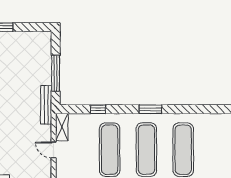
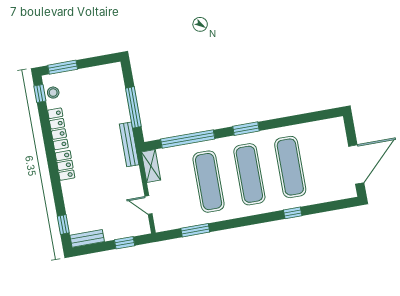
window: (98, 109) -> (188, 139), width x3.17
door: (54, 150) -> (148, 205), moved

